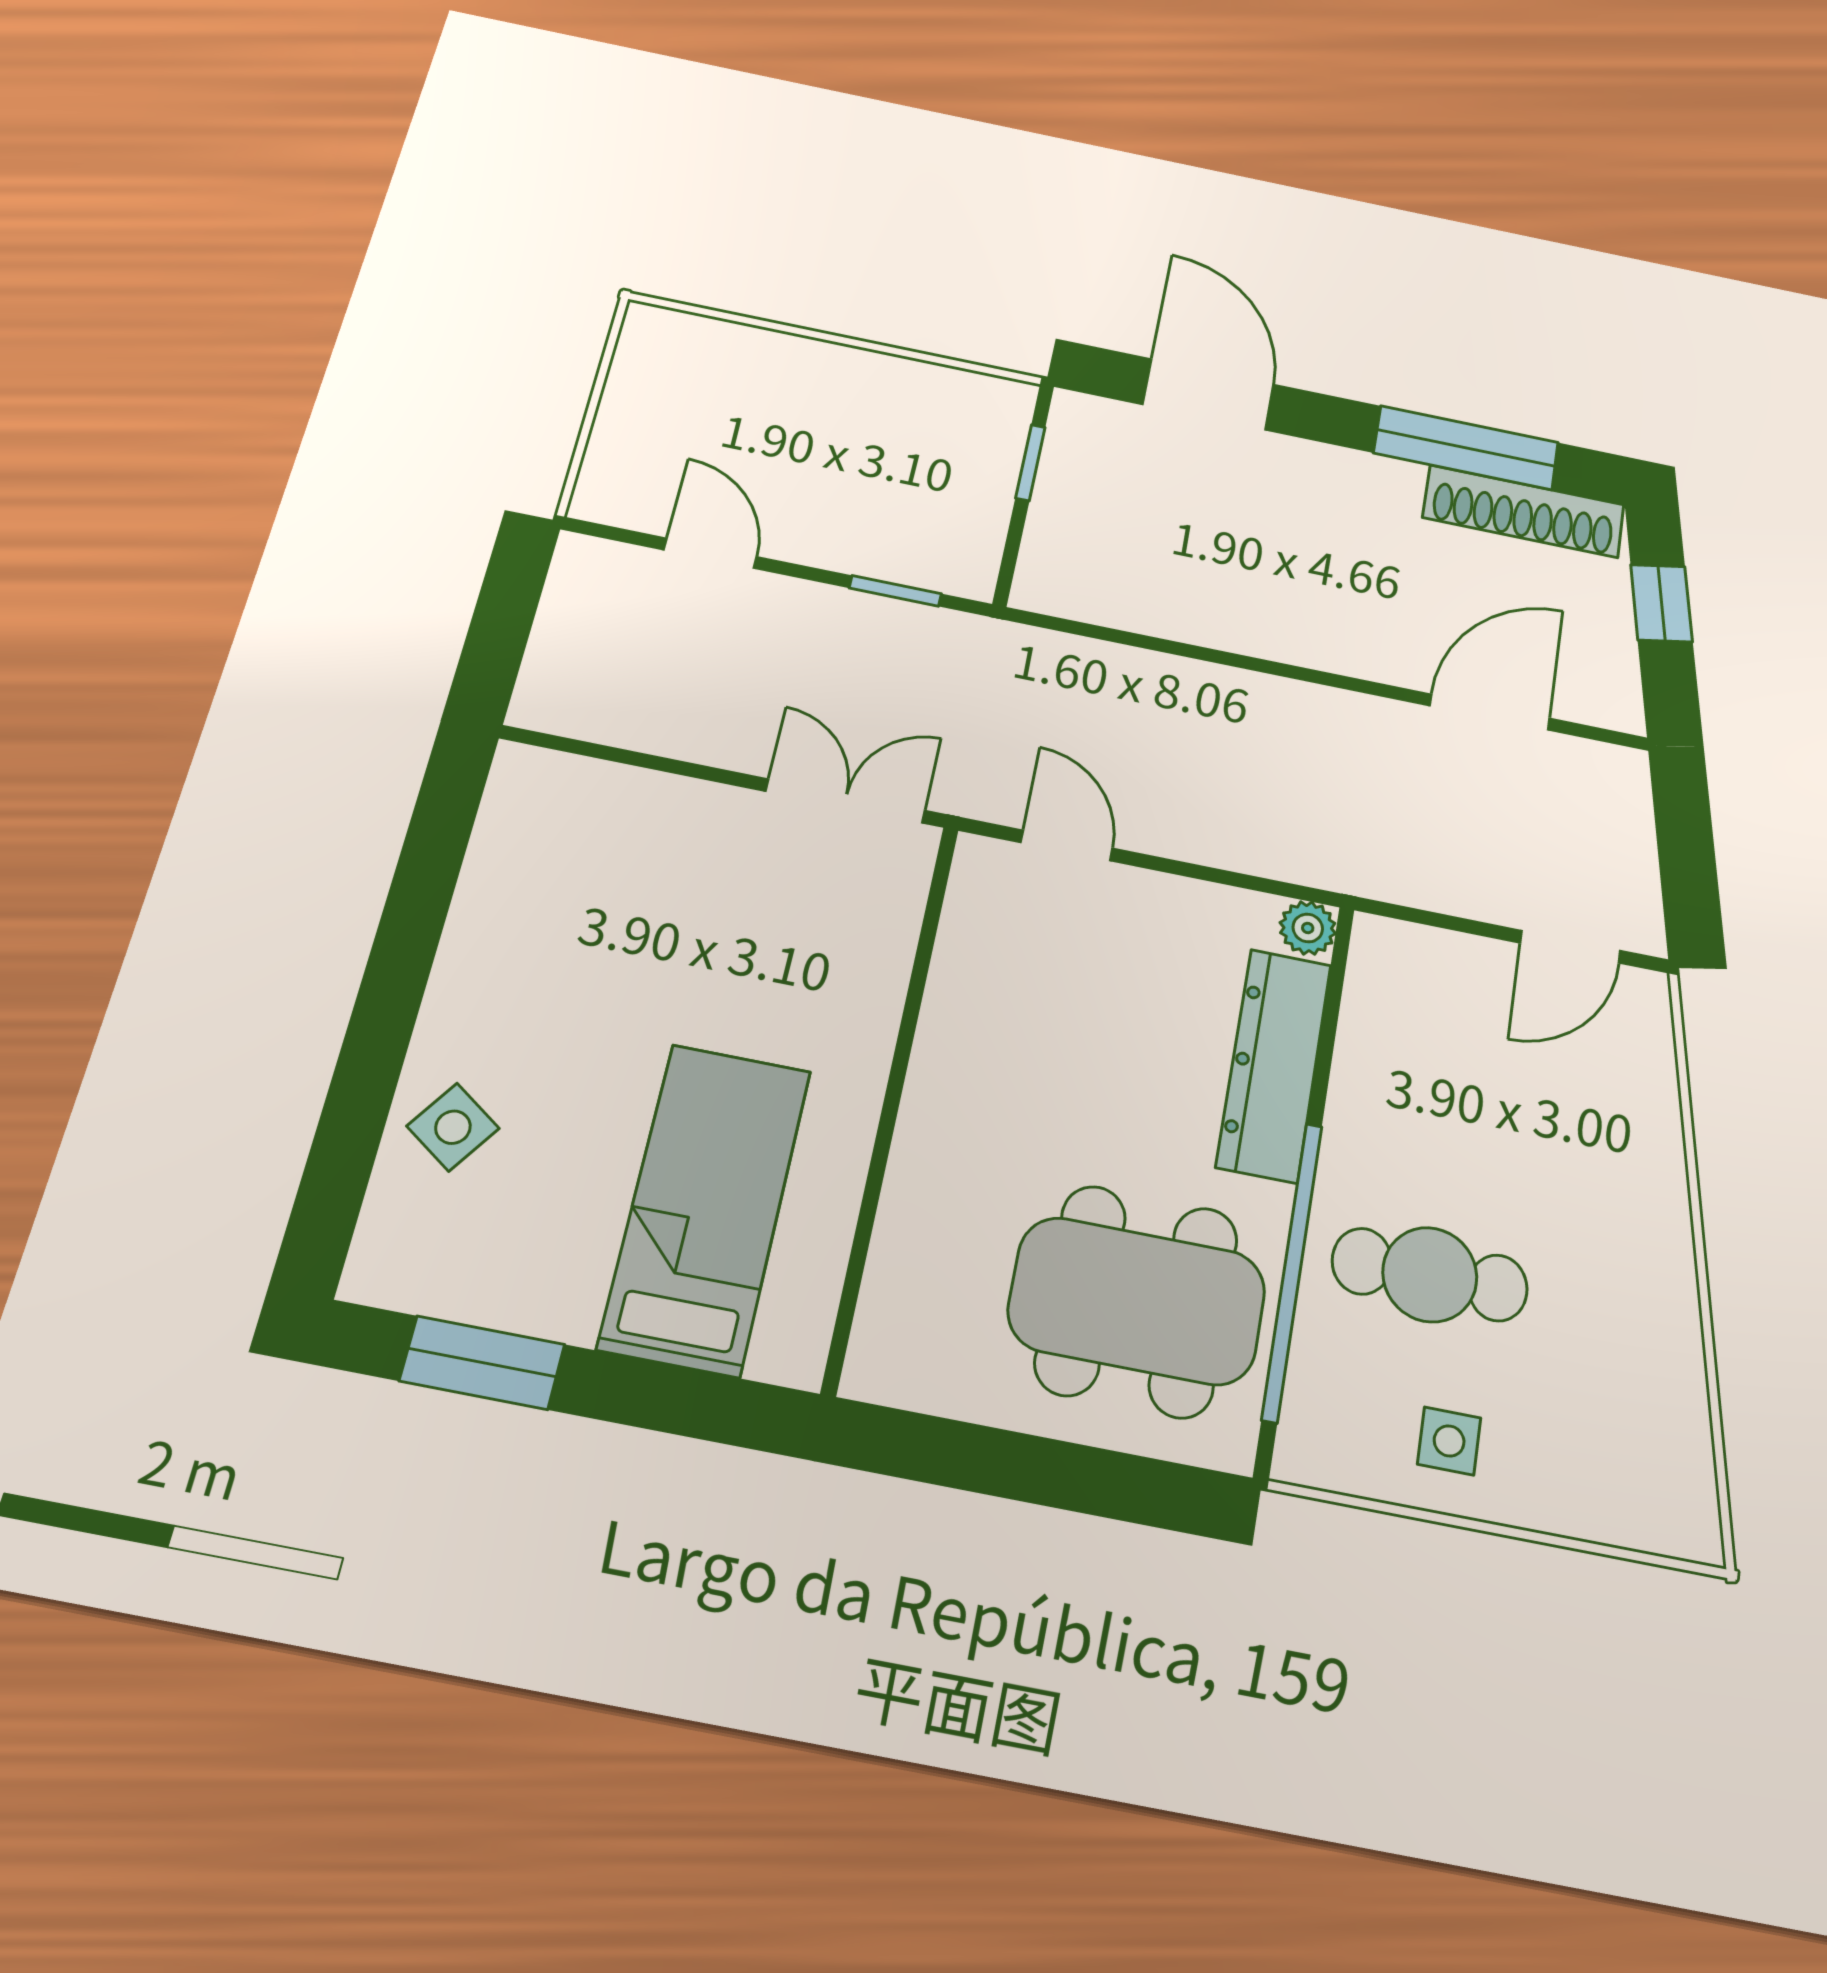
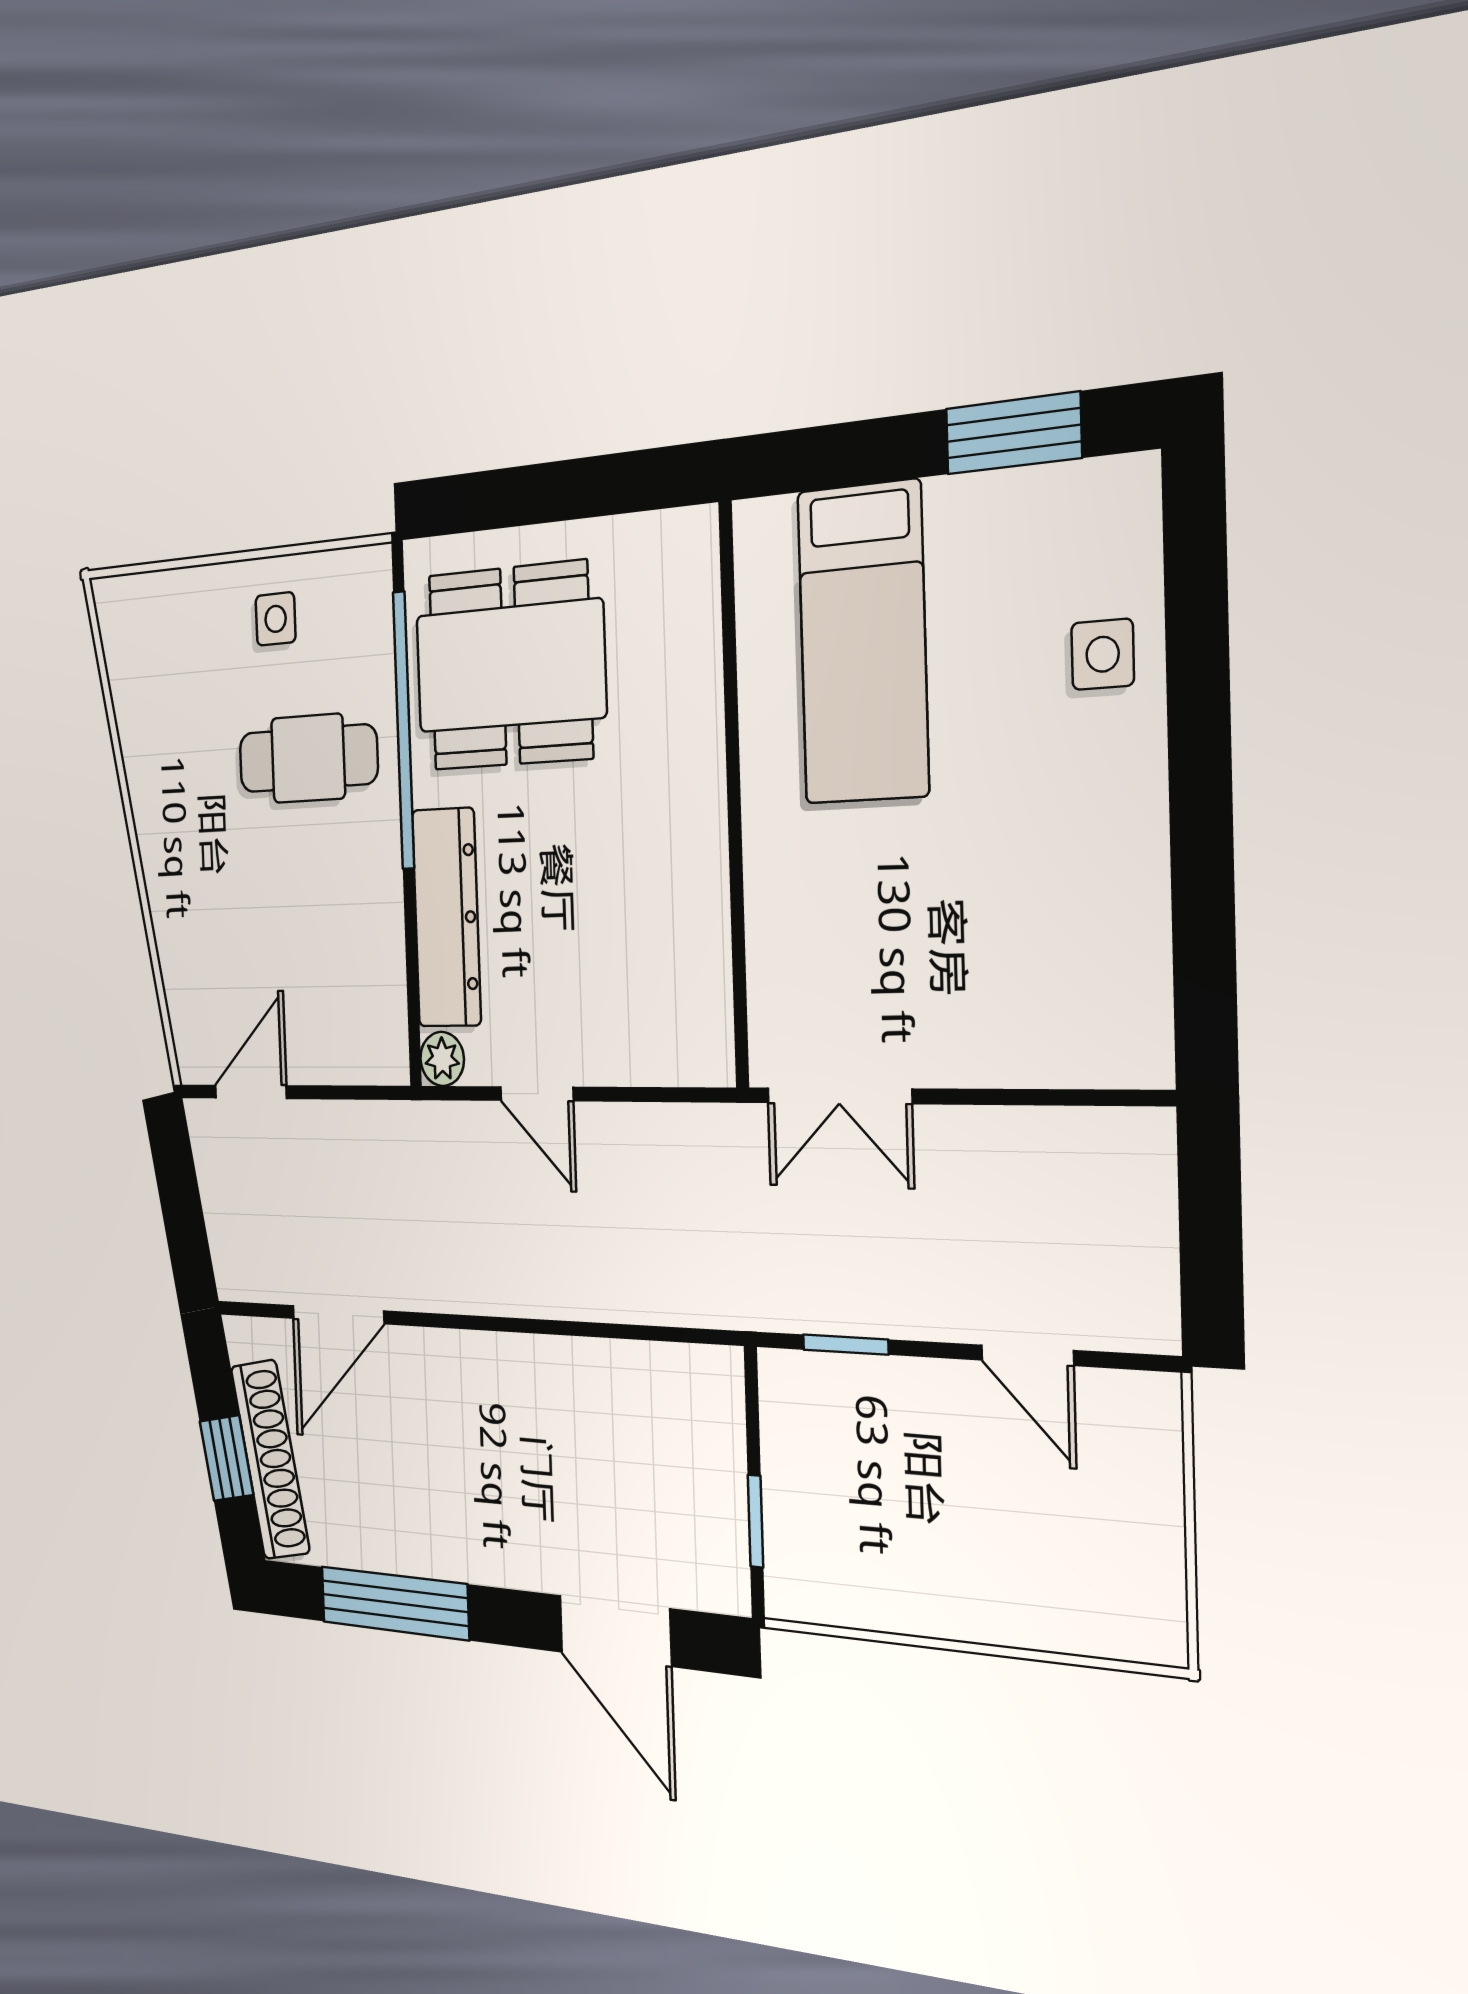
shoe rack: (1524, 511) -> (270, 1459), moved, turned 79
door: (1067, 845) -> (537, 1094), moved
side table: (453, 1127) -> (1103, 654), turned -35

